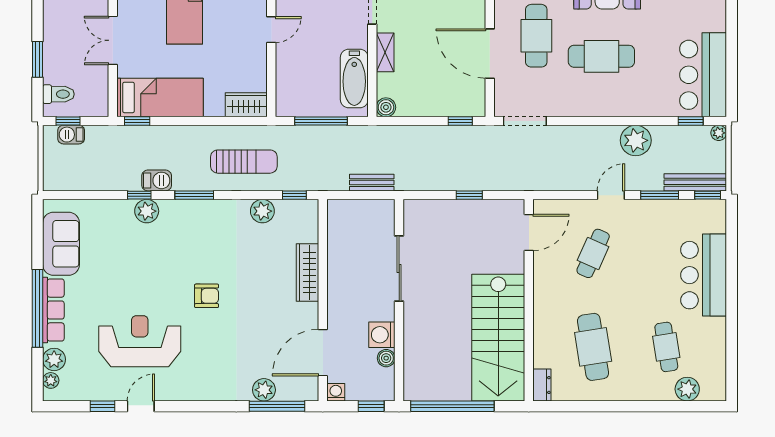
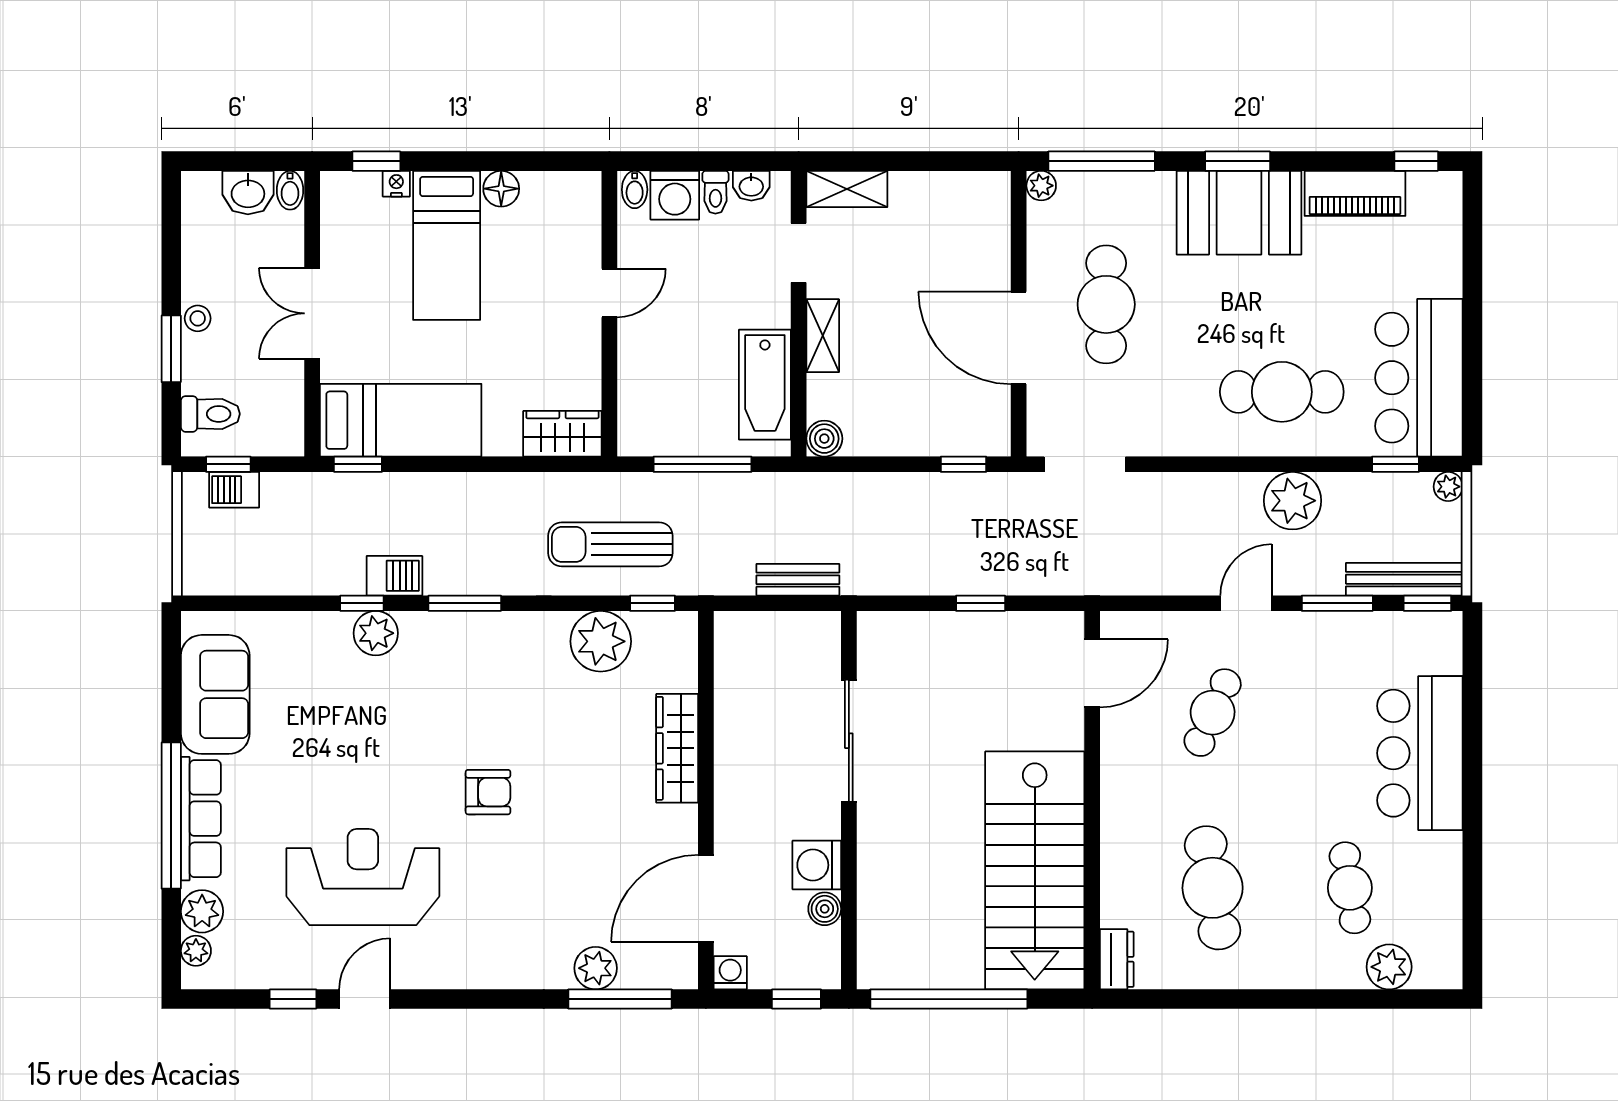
stool: (52, 43) -> (198, 318), added
cafe table: (601, 56) -> (1282, 392), moved
sun lounger: (244, 162) -> (610, 544), moved, turned 180
plant: (262, 211) -> (601, 641), width x1.36, depth x1.36

